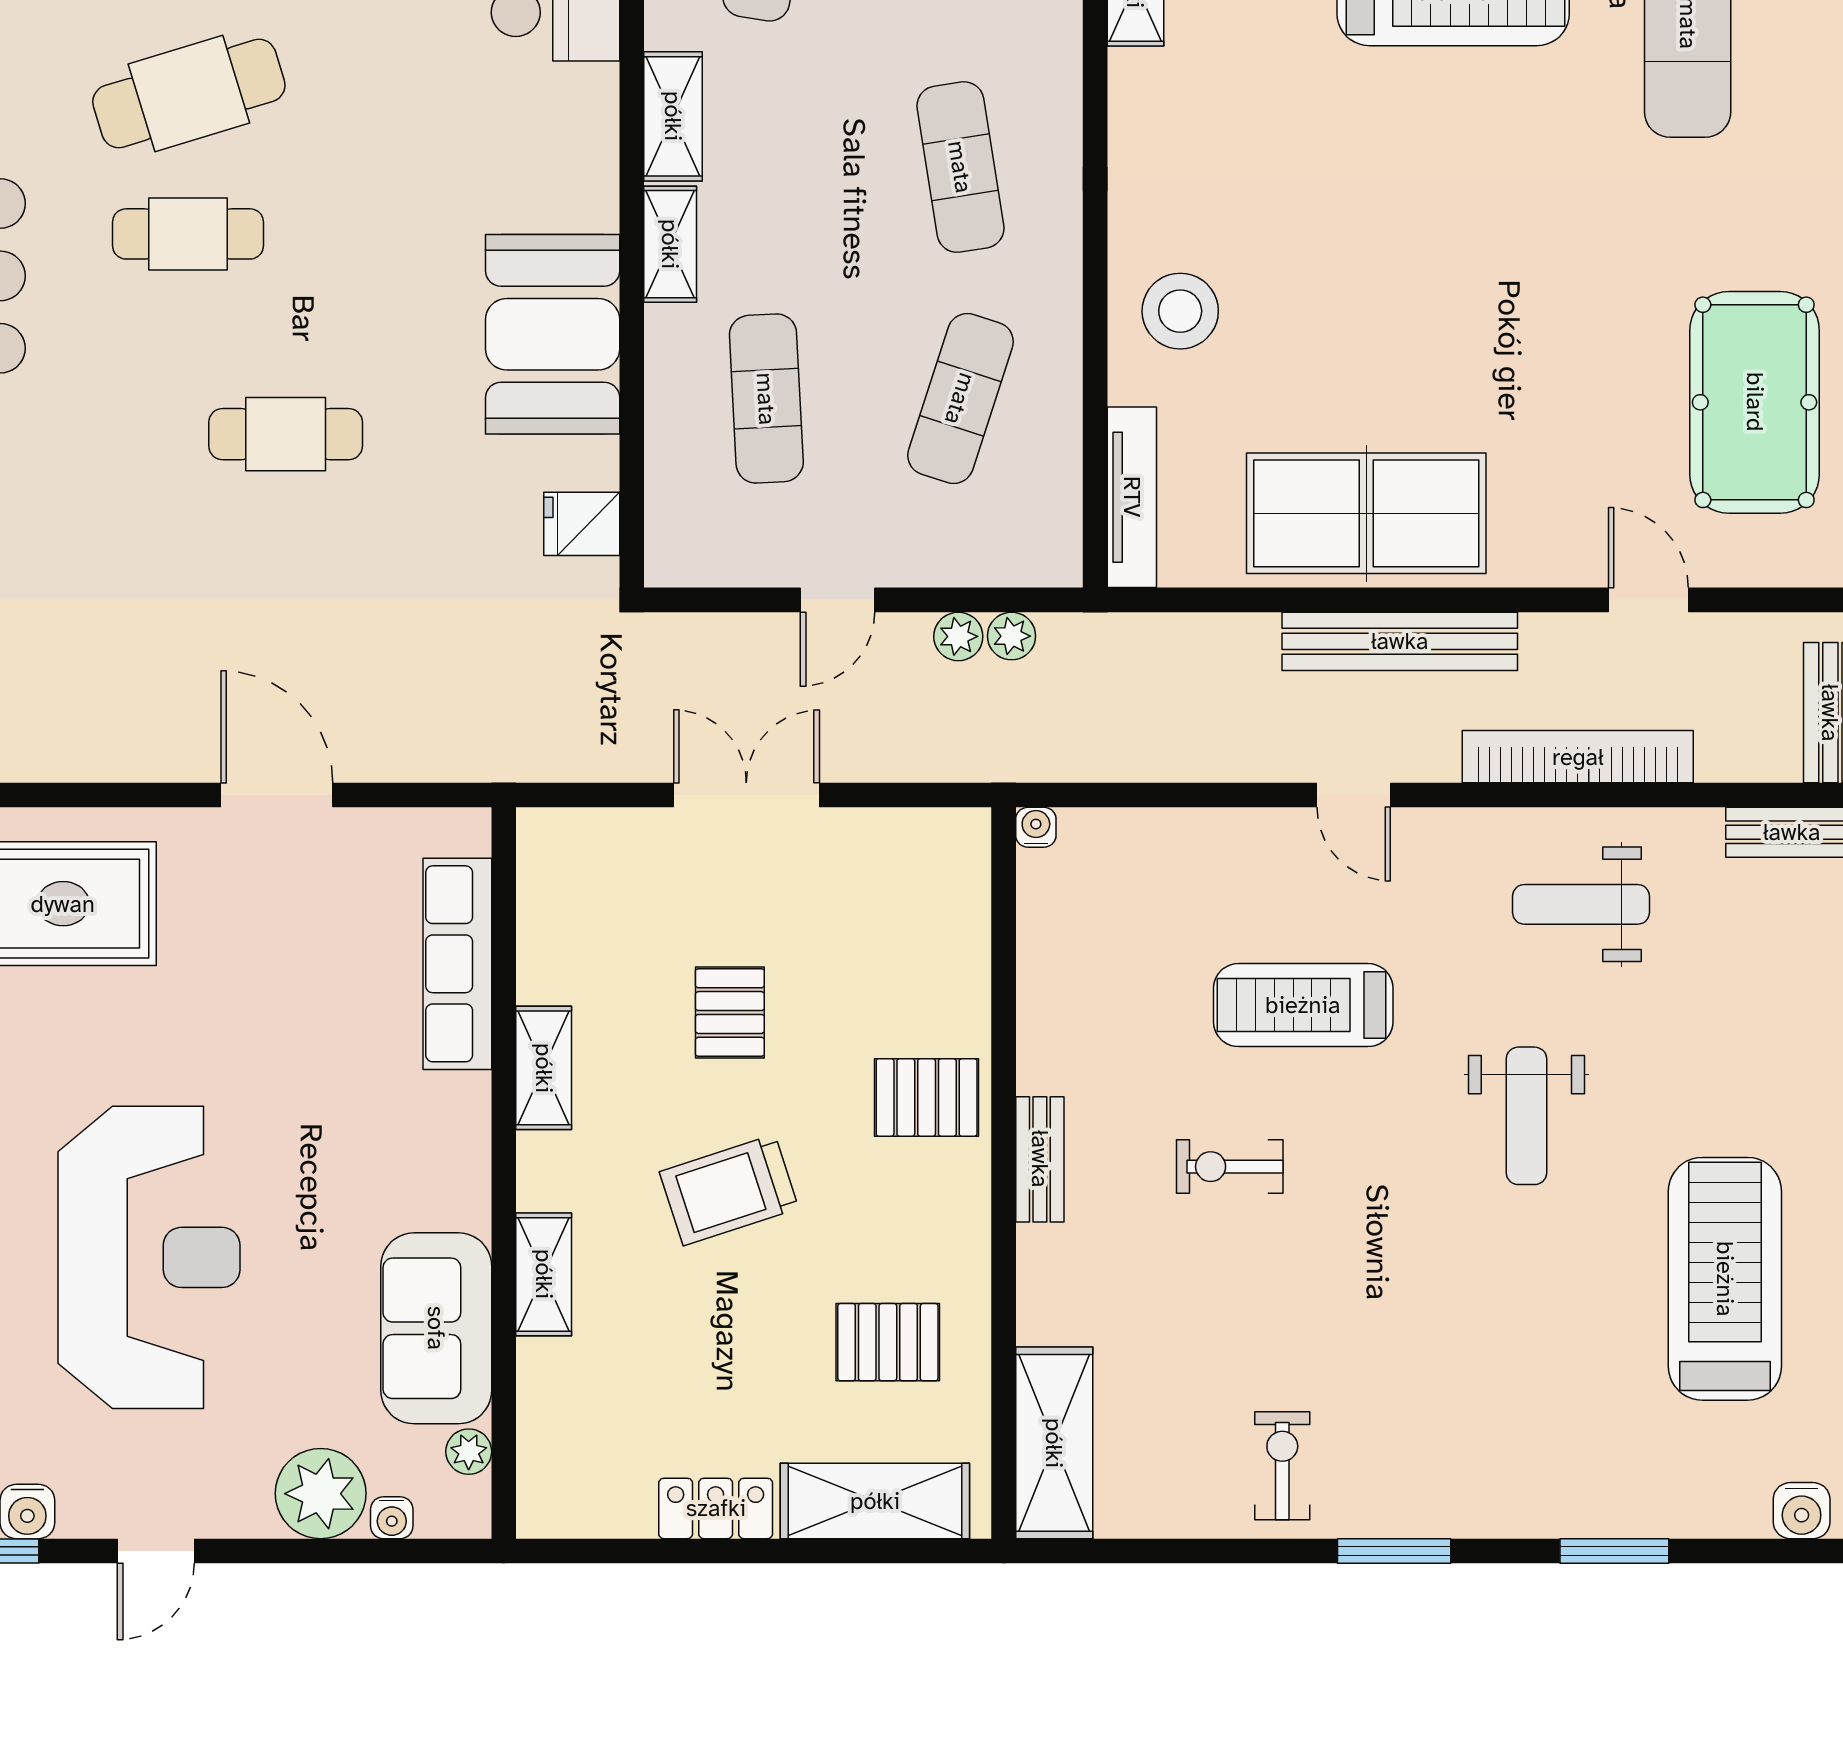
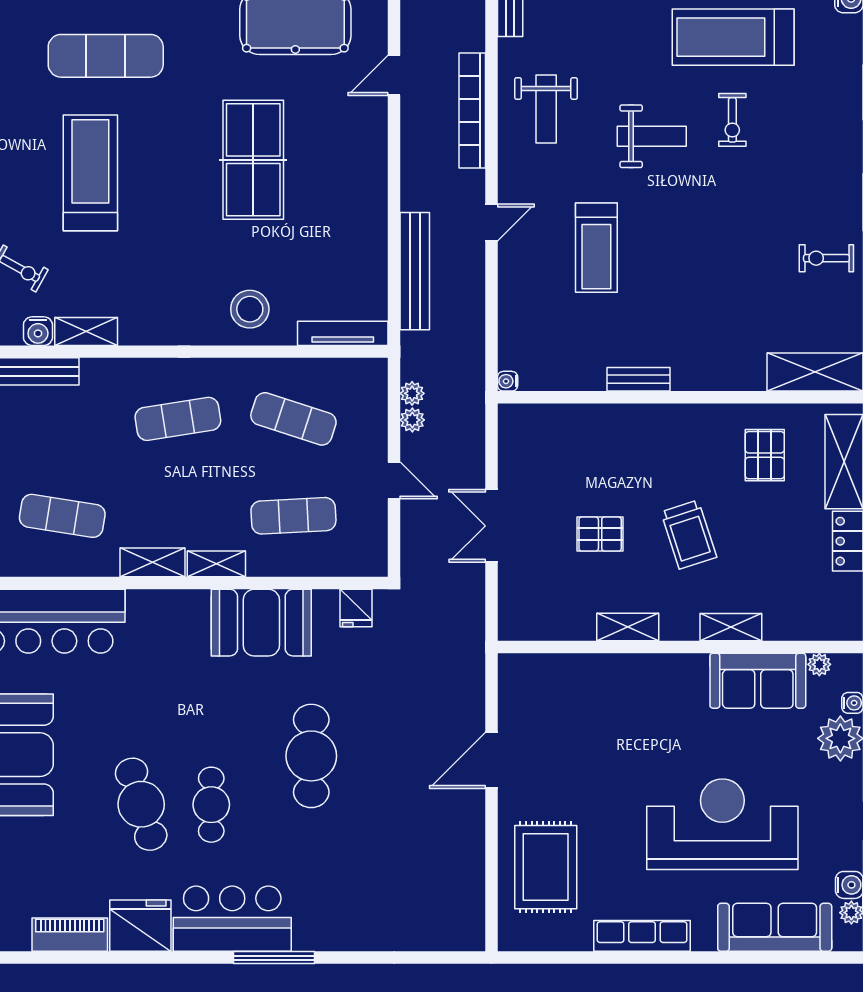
cafe table: (286, 434) -> (311, 756), width x1.37, depth x1.35
table tennis table: (1366, 513) -> (253, 160), moved
bench: (1400, 641) -> (415, 271), moved
row of seats: (457, 964) -> (576, 670), removed
pallet: (927, 1097) -> (642, 436), removed
bench: (1040, 1159) -> (638, 379), moved
exercise bike: (1230, 1167) -> (732, 120), moved

